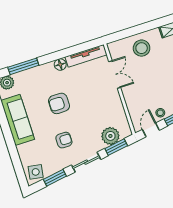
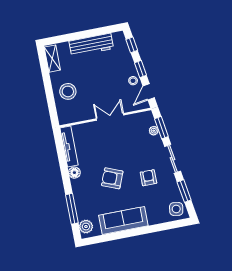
double door: (115, 75) -> (110, 117), moved
armchair: (59, 103) -> (112, 178), turned 112
door: (151, 130) -> (149, 92), hinge flipped
plant: (110, 136) -> (154, 131), width x0.53, depth x0.53

